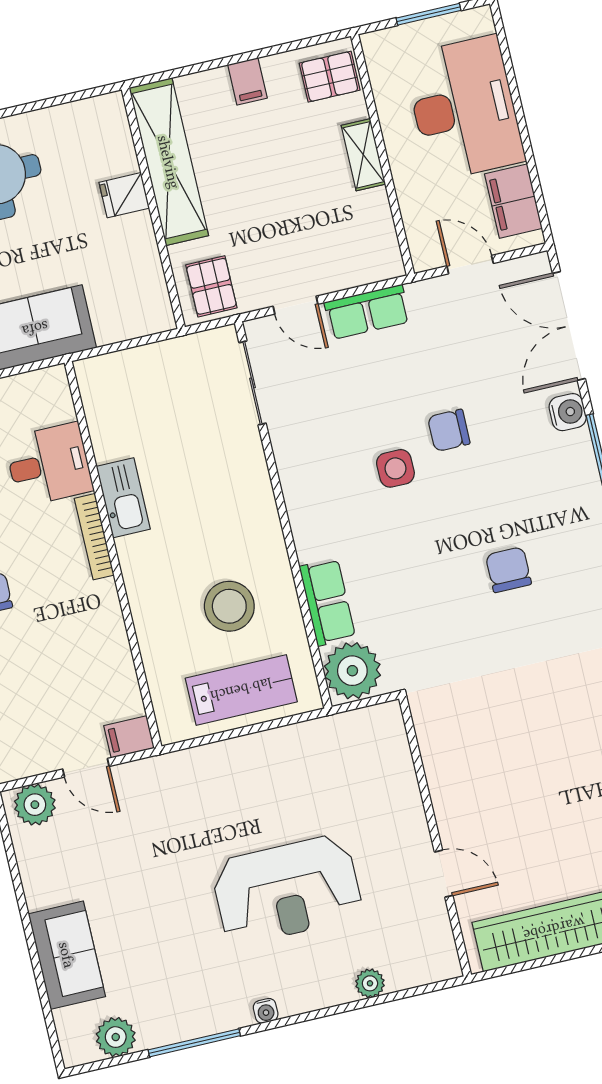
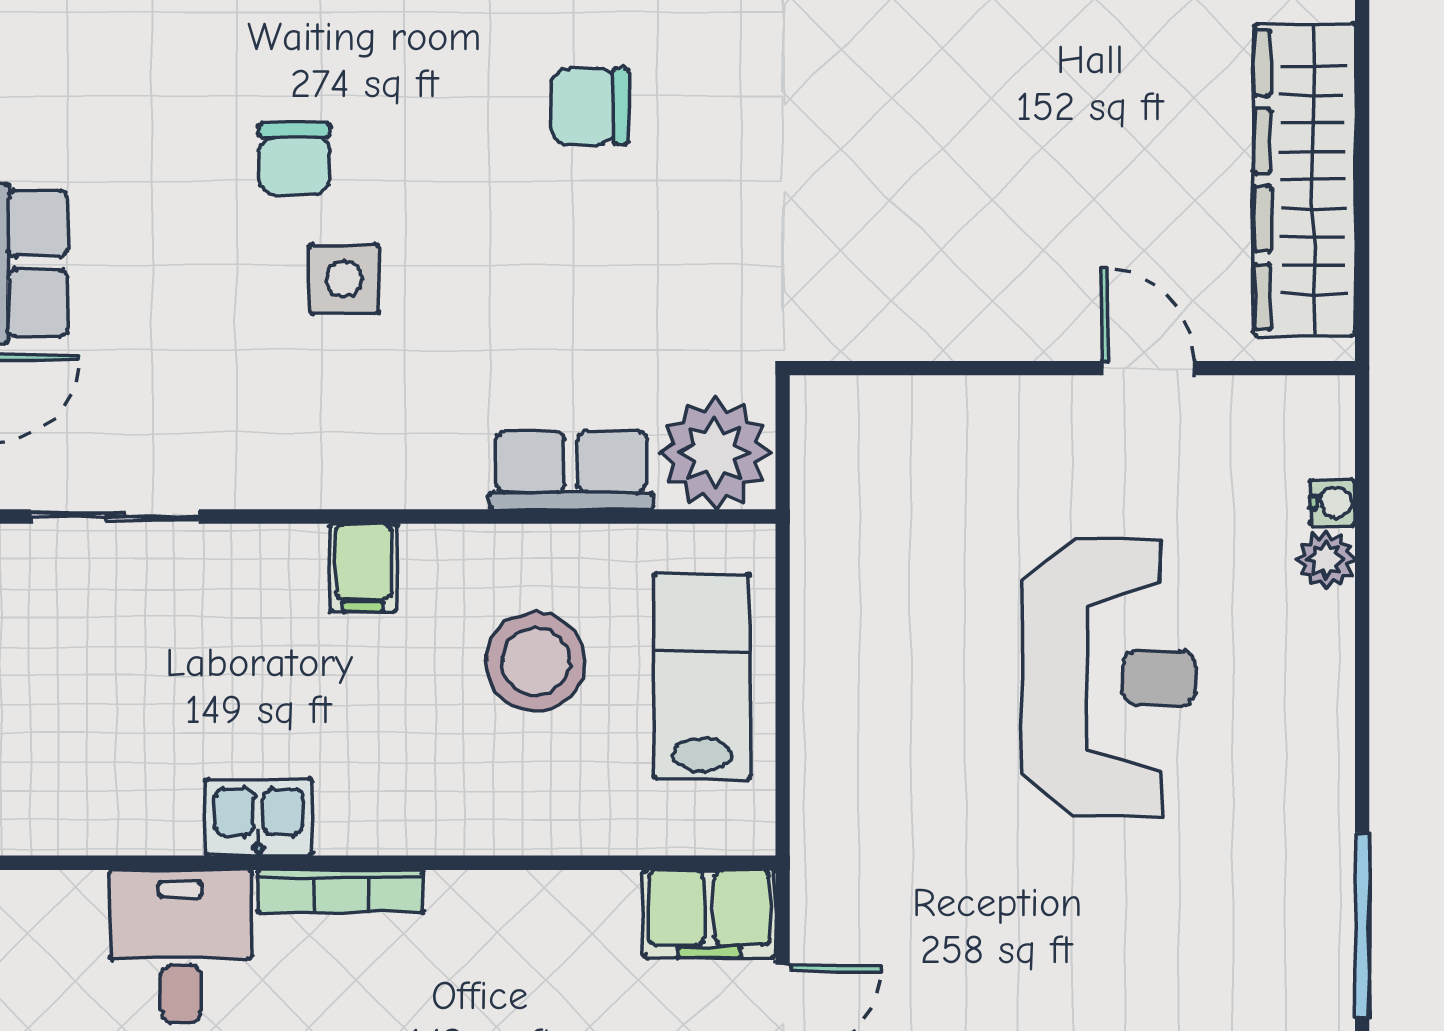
kitchen sink: (123, 498) -> (259, 817), width x0.73
filing cabinet: (256, 511) -> (363, 568), added
filing cabinet: (129, 737) -> (709, 914), width x2.00
door: (444, 874) -> (1148, 368), hinge flipped
water cooler: (266, 1011) -> (1332, 502), moved

